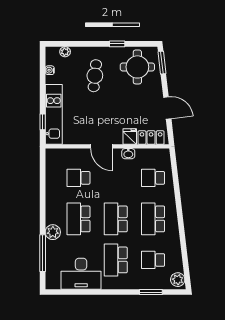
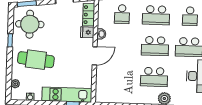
cafe table: (95, 76) -> (36, 60), width x1.37, depth x1.35
school desk: (78, 178) -> (120, 76), removed

